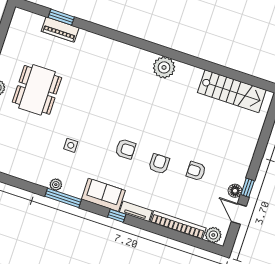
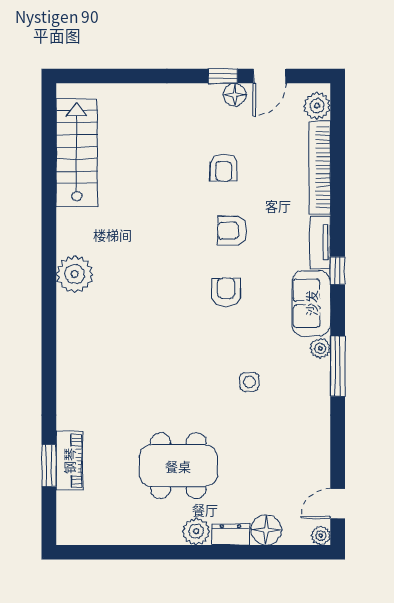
plant: (56, 185) -> (320, 348), moved

